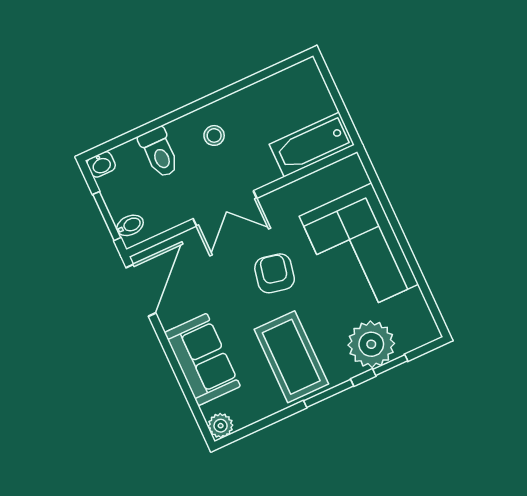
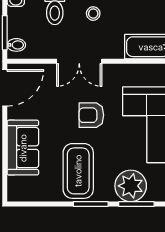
armchair: (275, 273) -> (91, 115), turned -102
window: (390, 365) -> (136, 204), width x1.50
plant: (221, 426) -> (15, 193), removed

